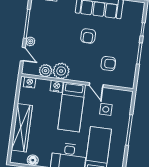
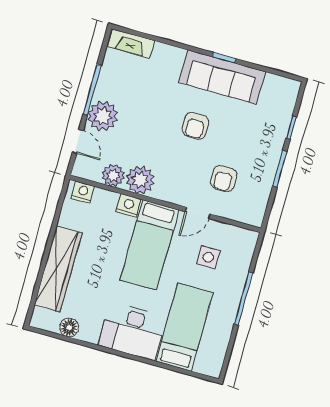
plant: (30, 41) -> (103, 116), width x1.88, depth x1.88
armchair: (108, 64) -> (224, 178), turned 90
door: (96, 85) -> (198, 213), hinge flipped

